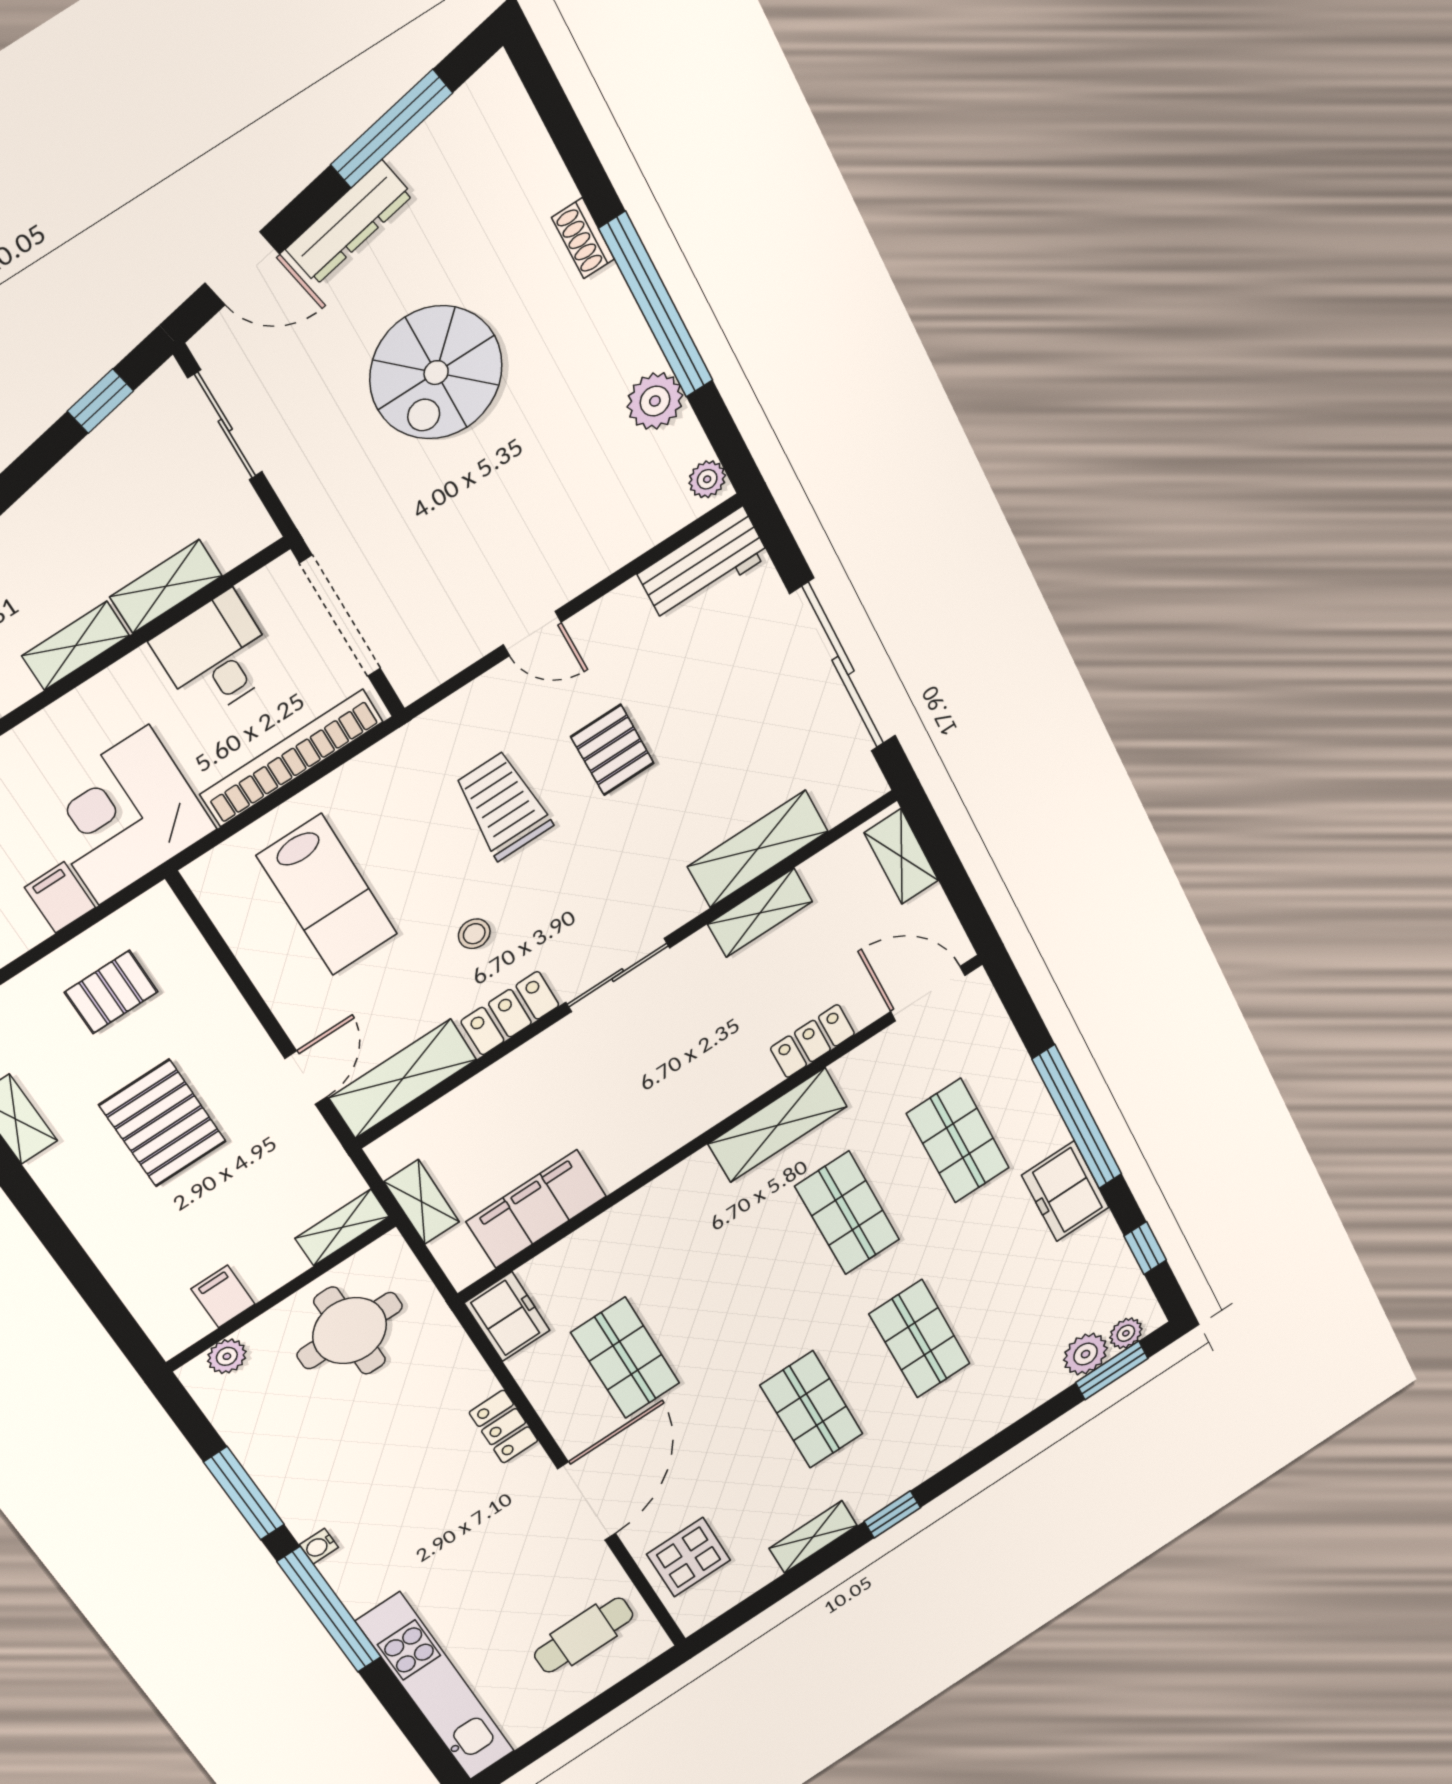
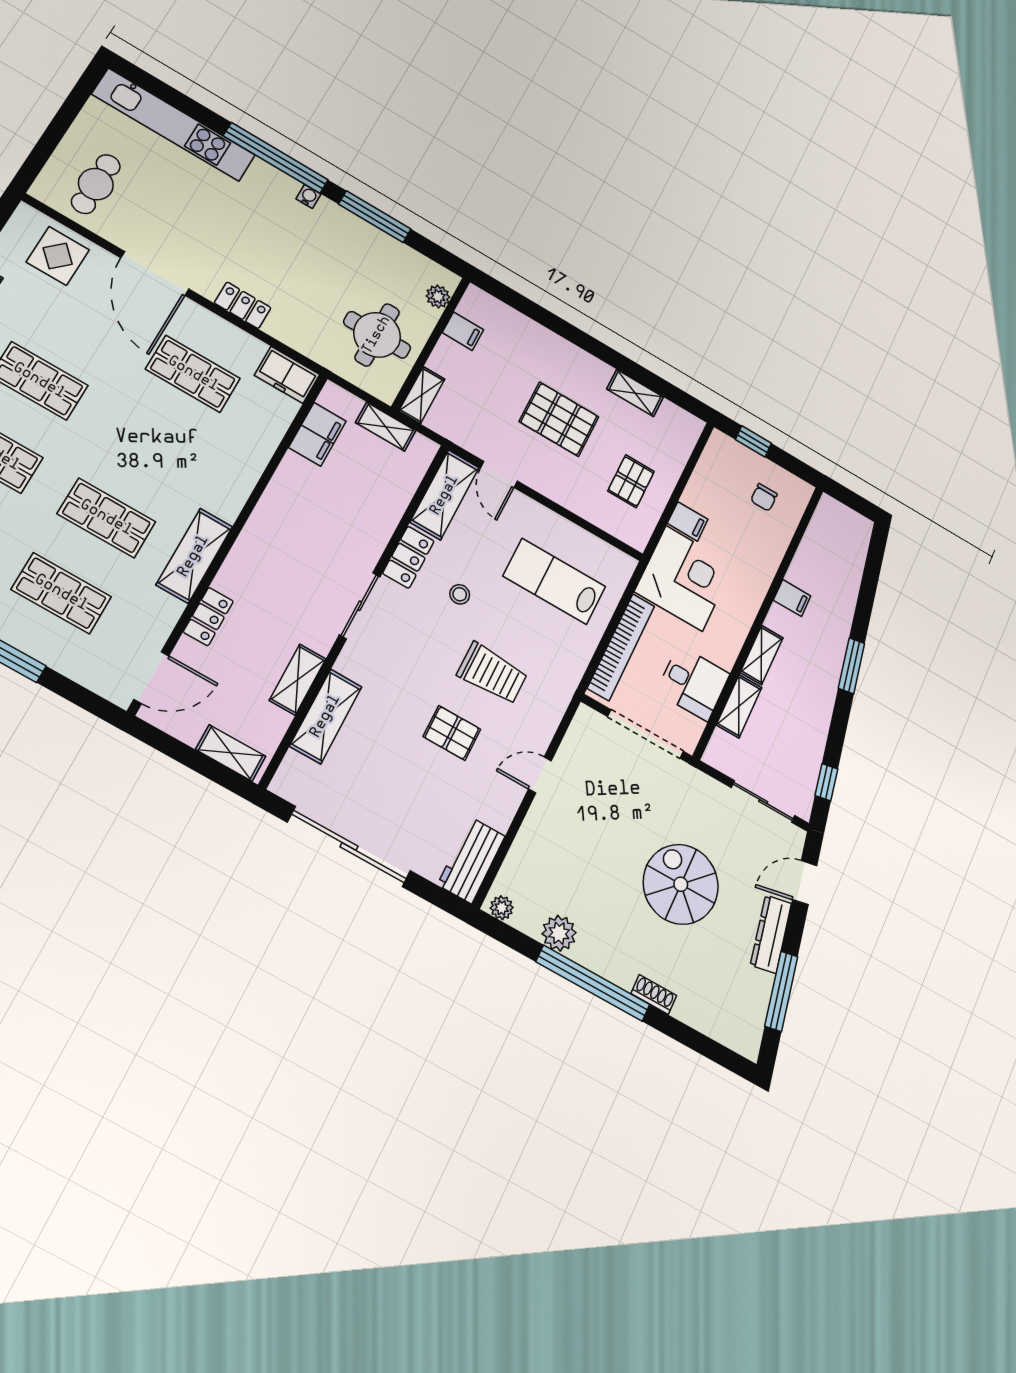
filing cabinet: (536, 1209) -> (317, 434), width x0.67, depth x0.86

